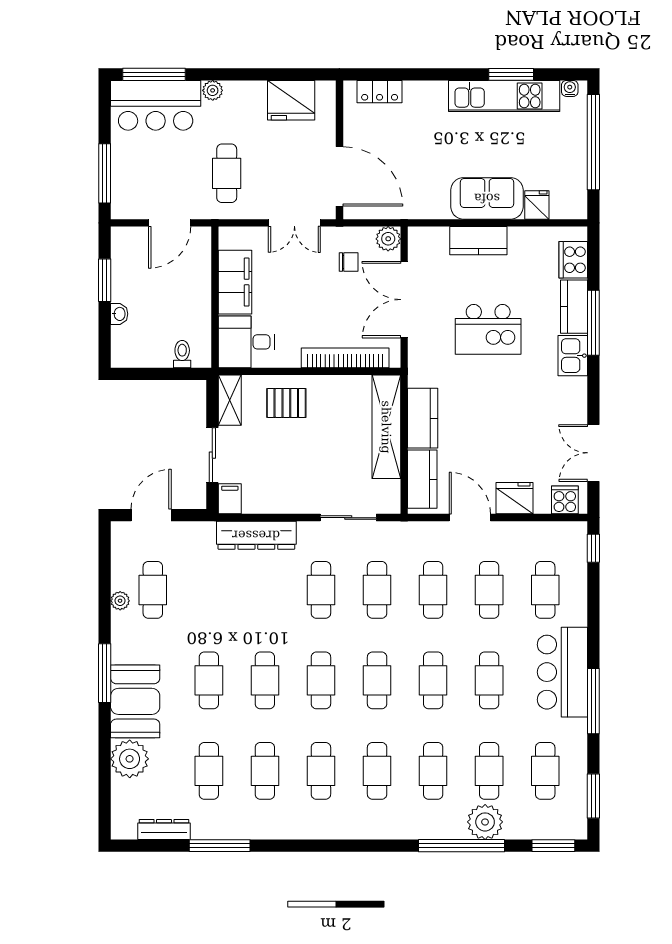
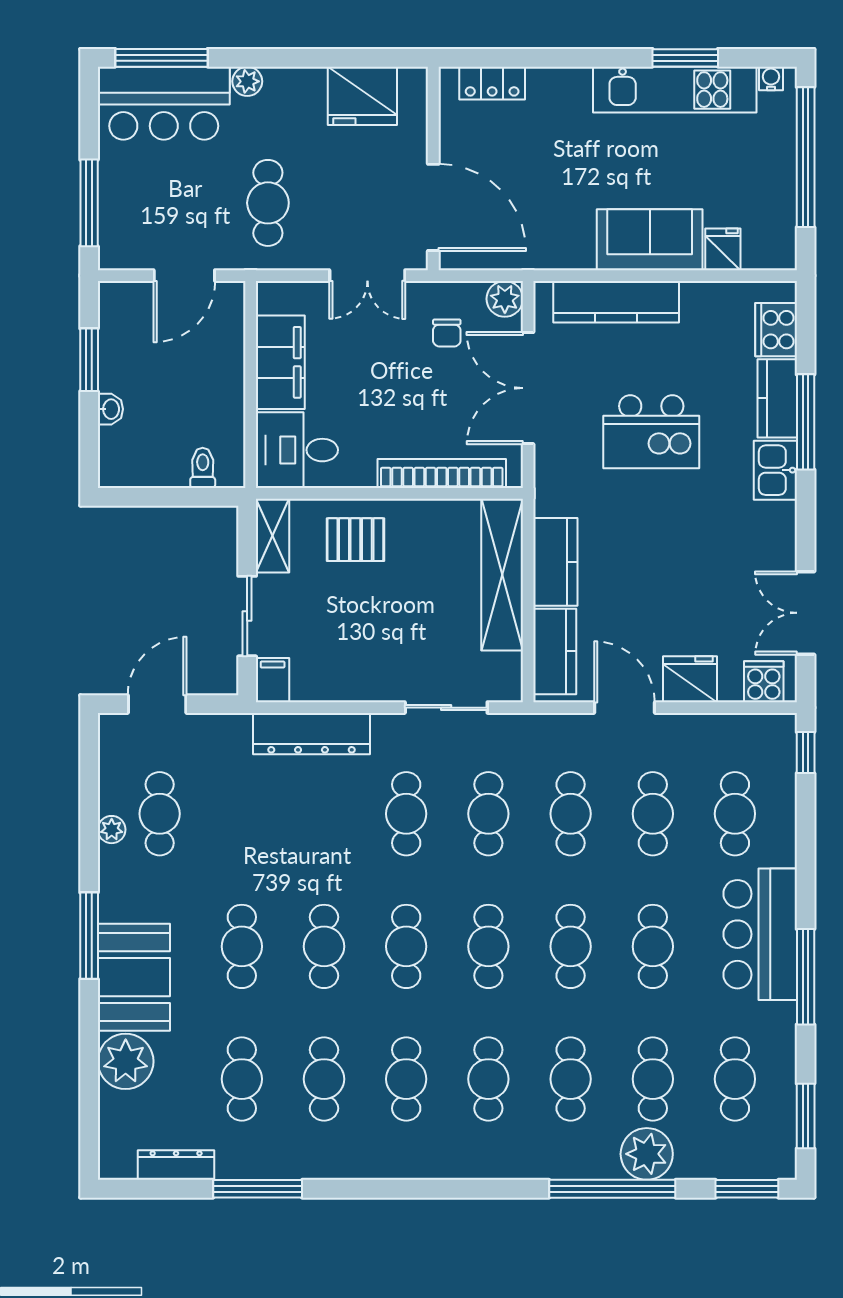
kitchen counter: (478, 241) -> (616, 302), width x1.50
chair: (349, 262) -> (447, 333), turned 90

